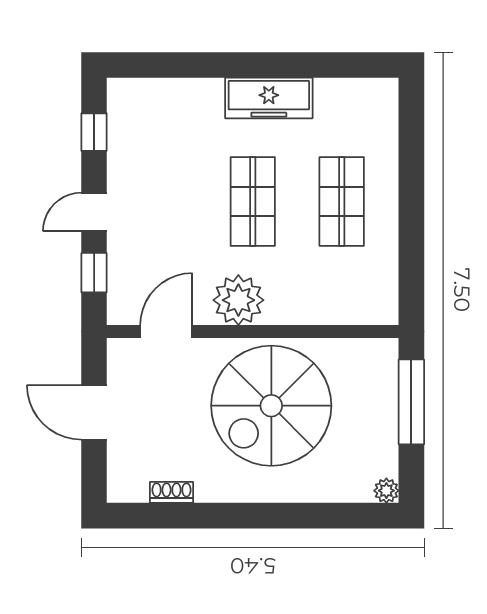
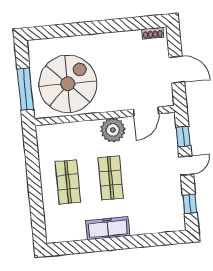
spiral stairs: (271, 406) -> (68, 84), moved
plant: (386, 491) -> (33, 46), removed
shoe rack: (171, 492) -> (153, 33), moved

